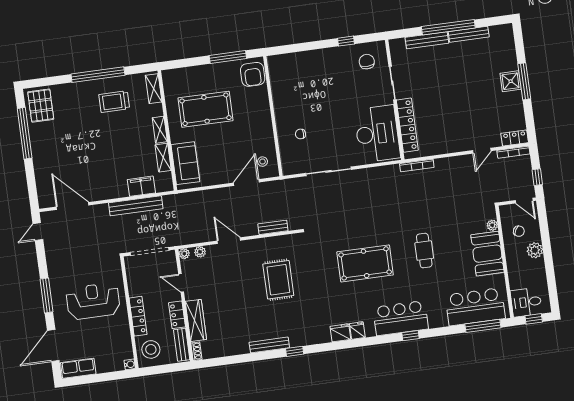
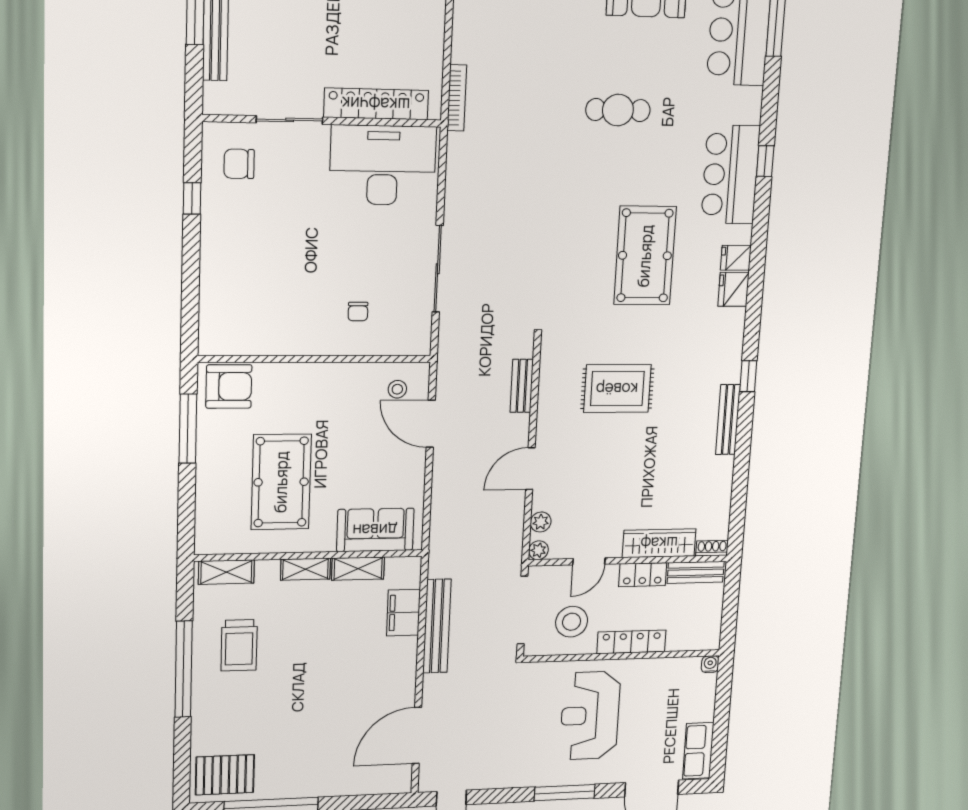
pool table: (365, 263) -> (645, 256), moved
stool: (151, 349) -> (572, 622), moved

